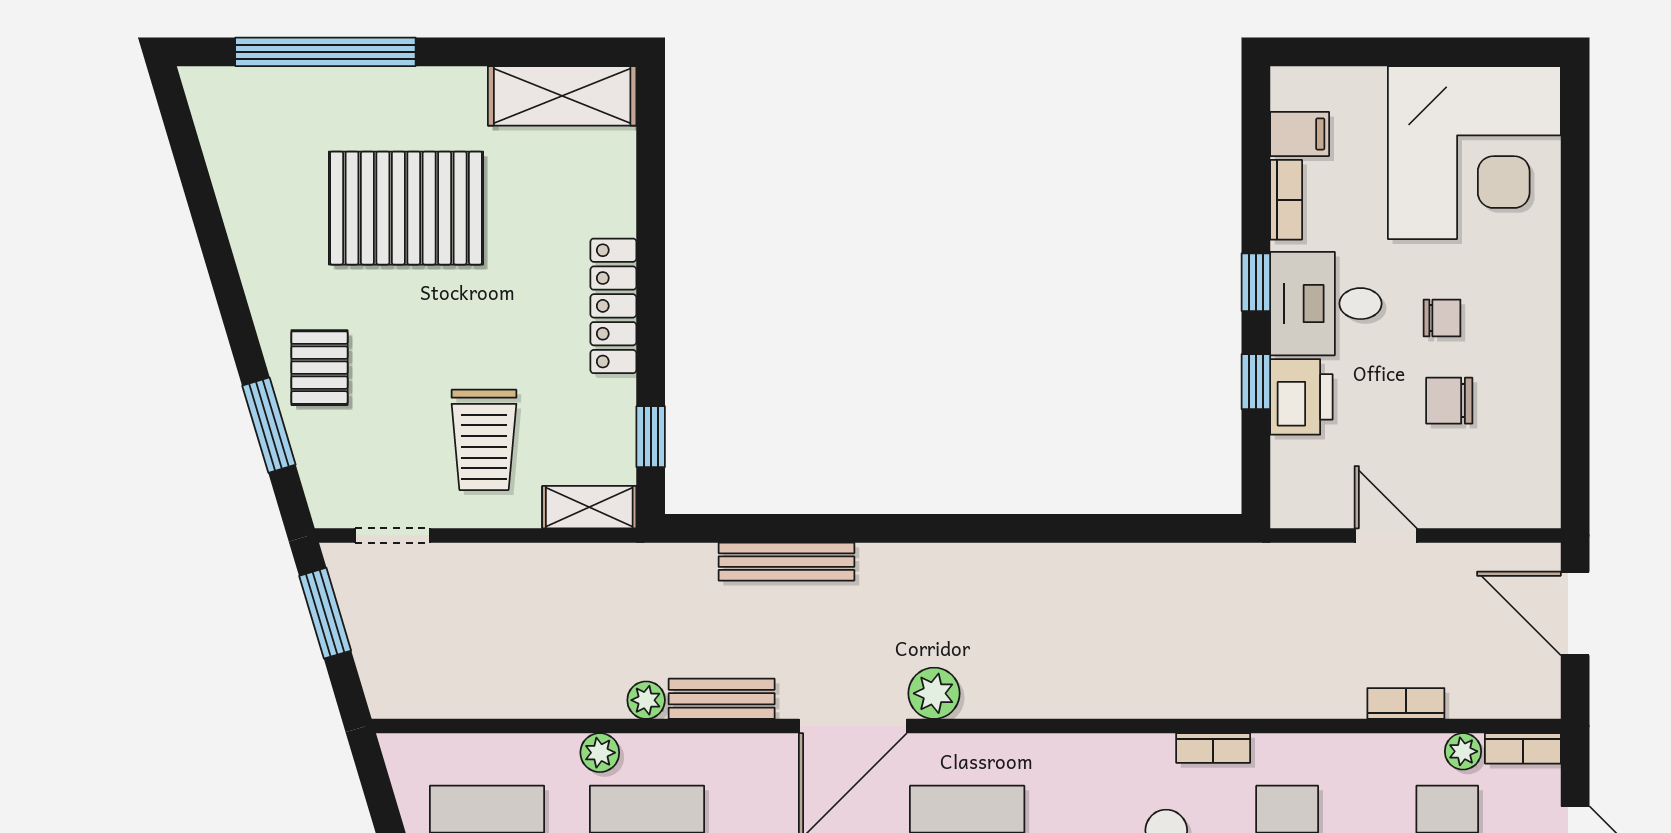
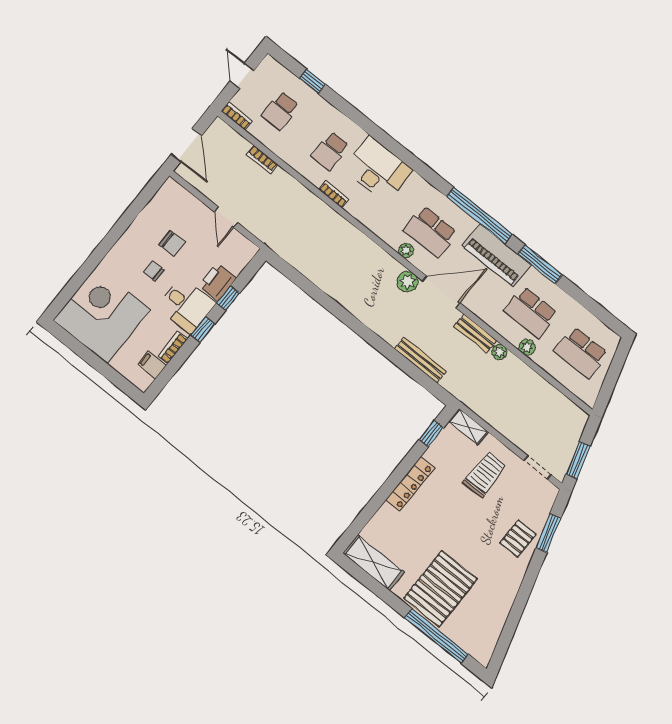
pallet: (406, 208) -> (440, 589), moved, turned 90
plant: (1463, 751) -> (406, 250), moved

